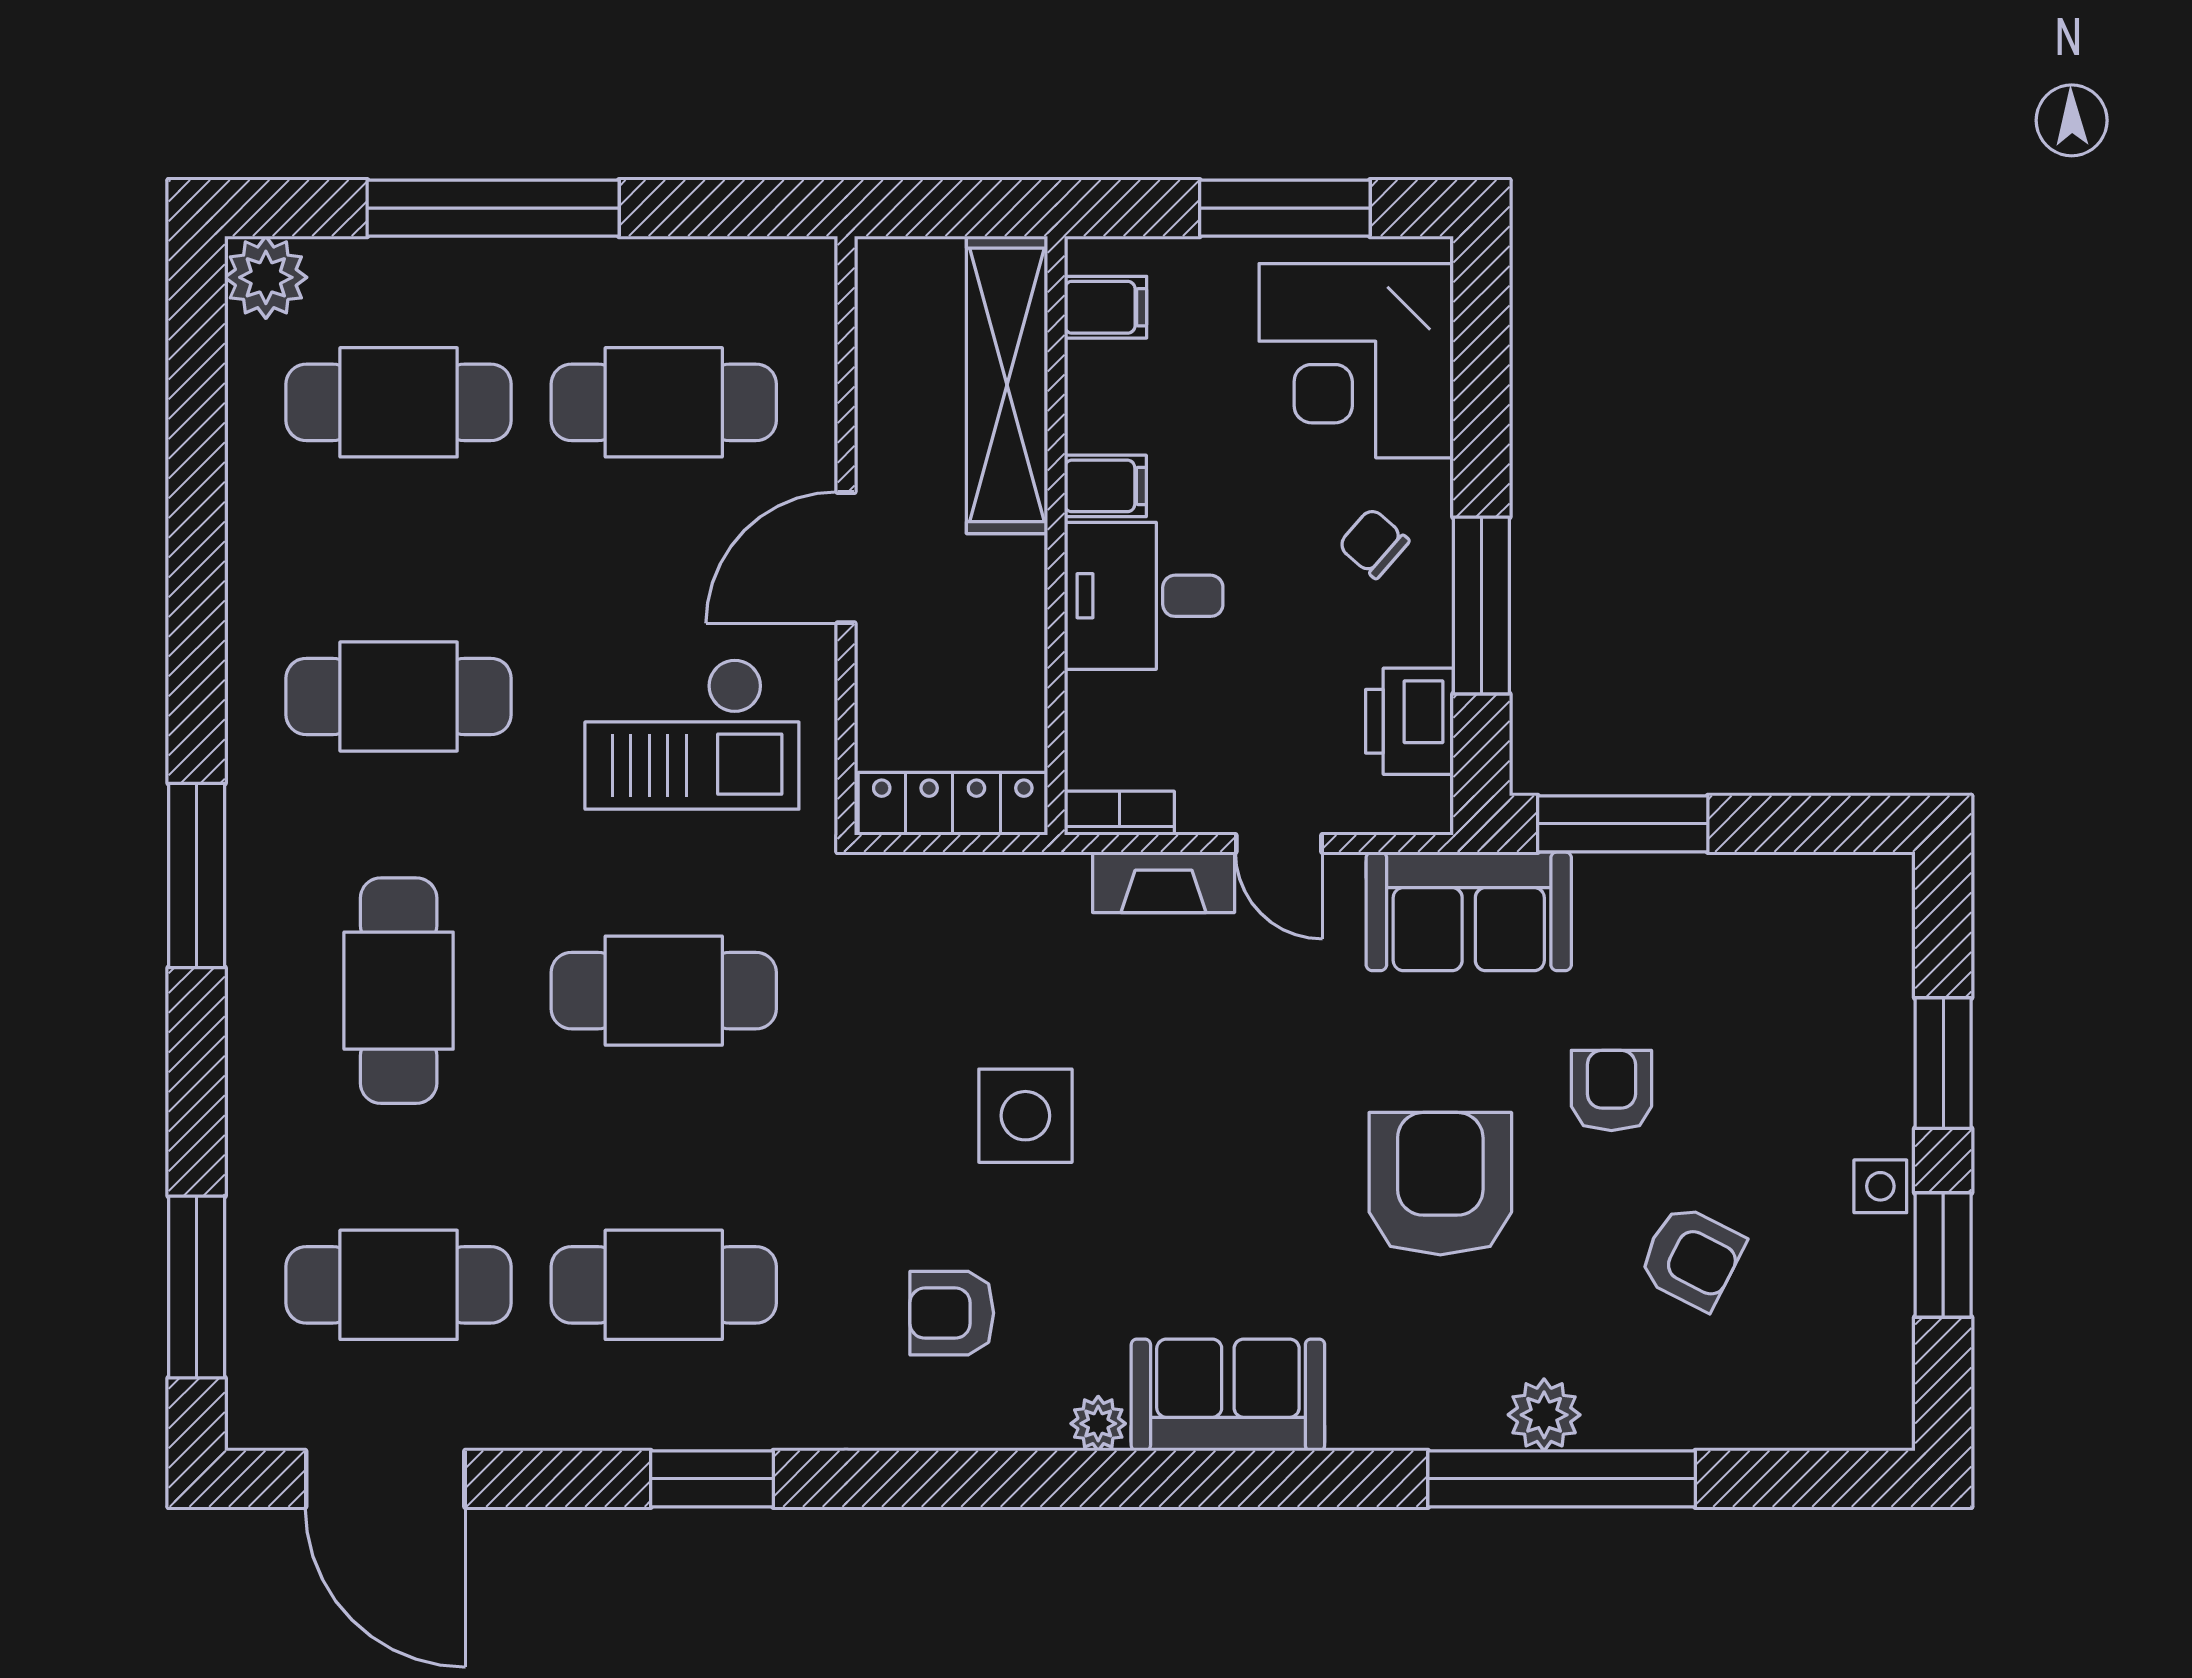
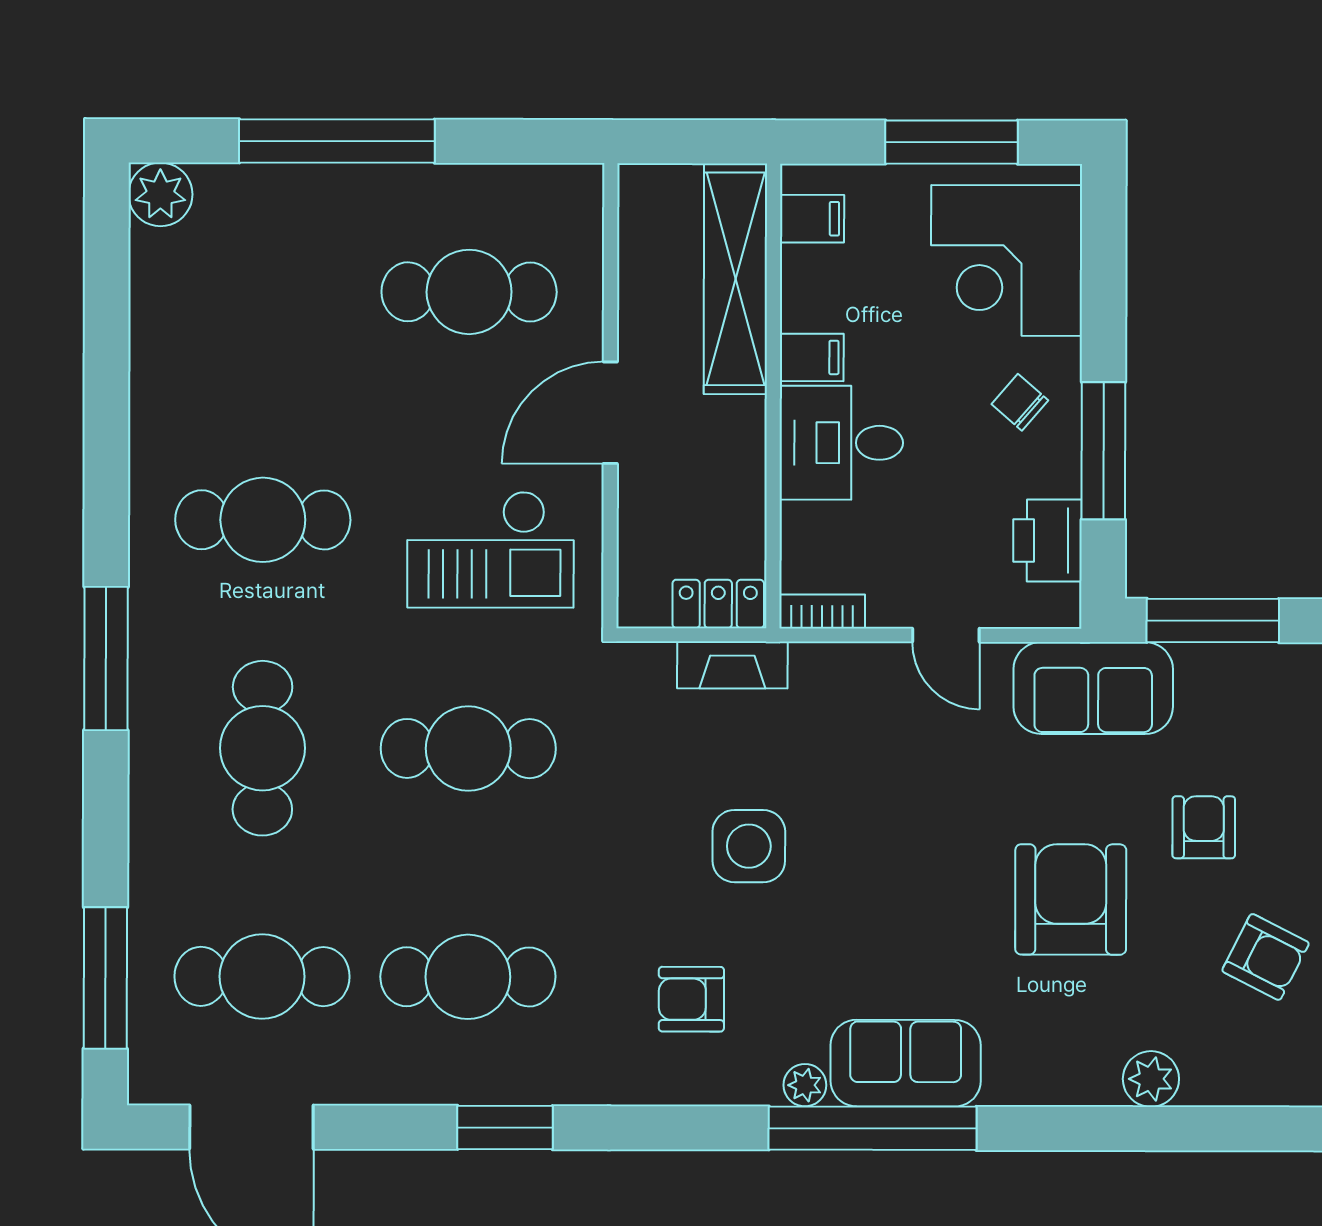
cafe table: (399, 402) -> (263, 292), removed
locker: (953, 804) -> (718, 604), width x0.66
fireplace: (1164, 882) -> (732, 665), moved
window: (1562, 1479) -> (873, 1128), moved

